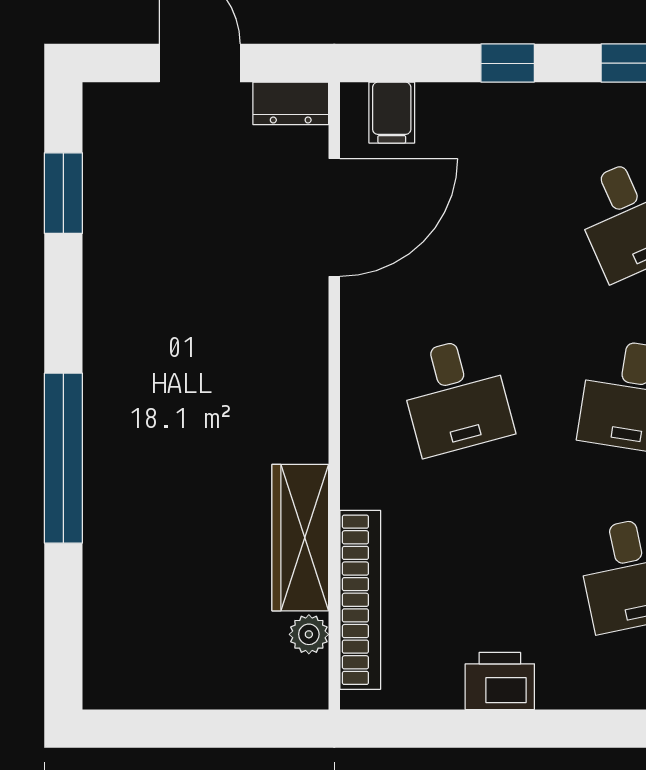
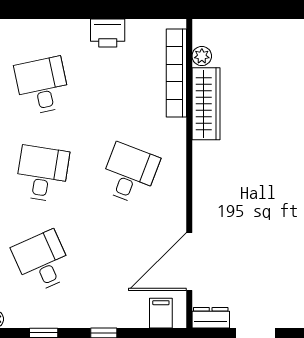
desk: (456, 396) -> (129, 174), turned 36

